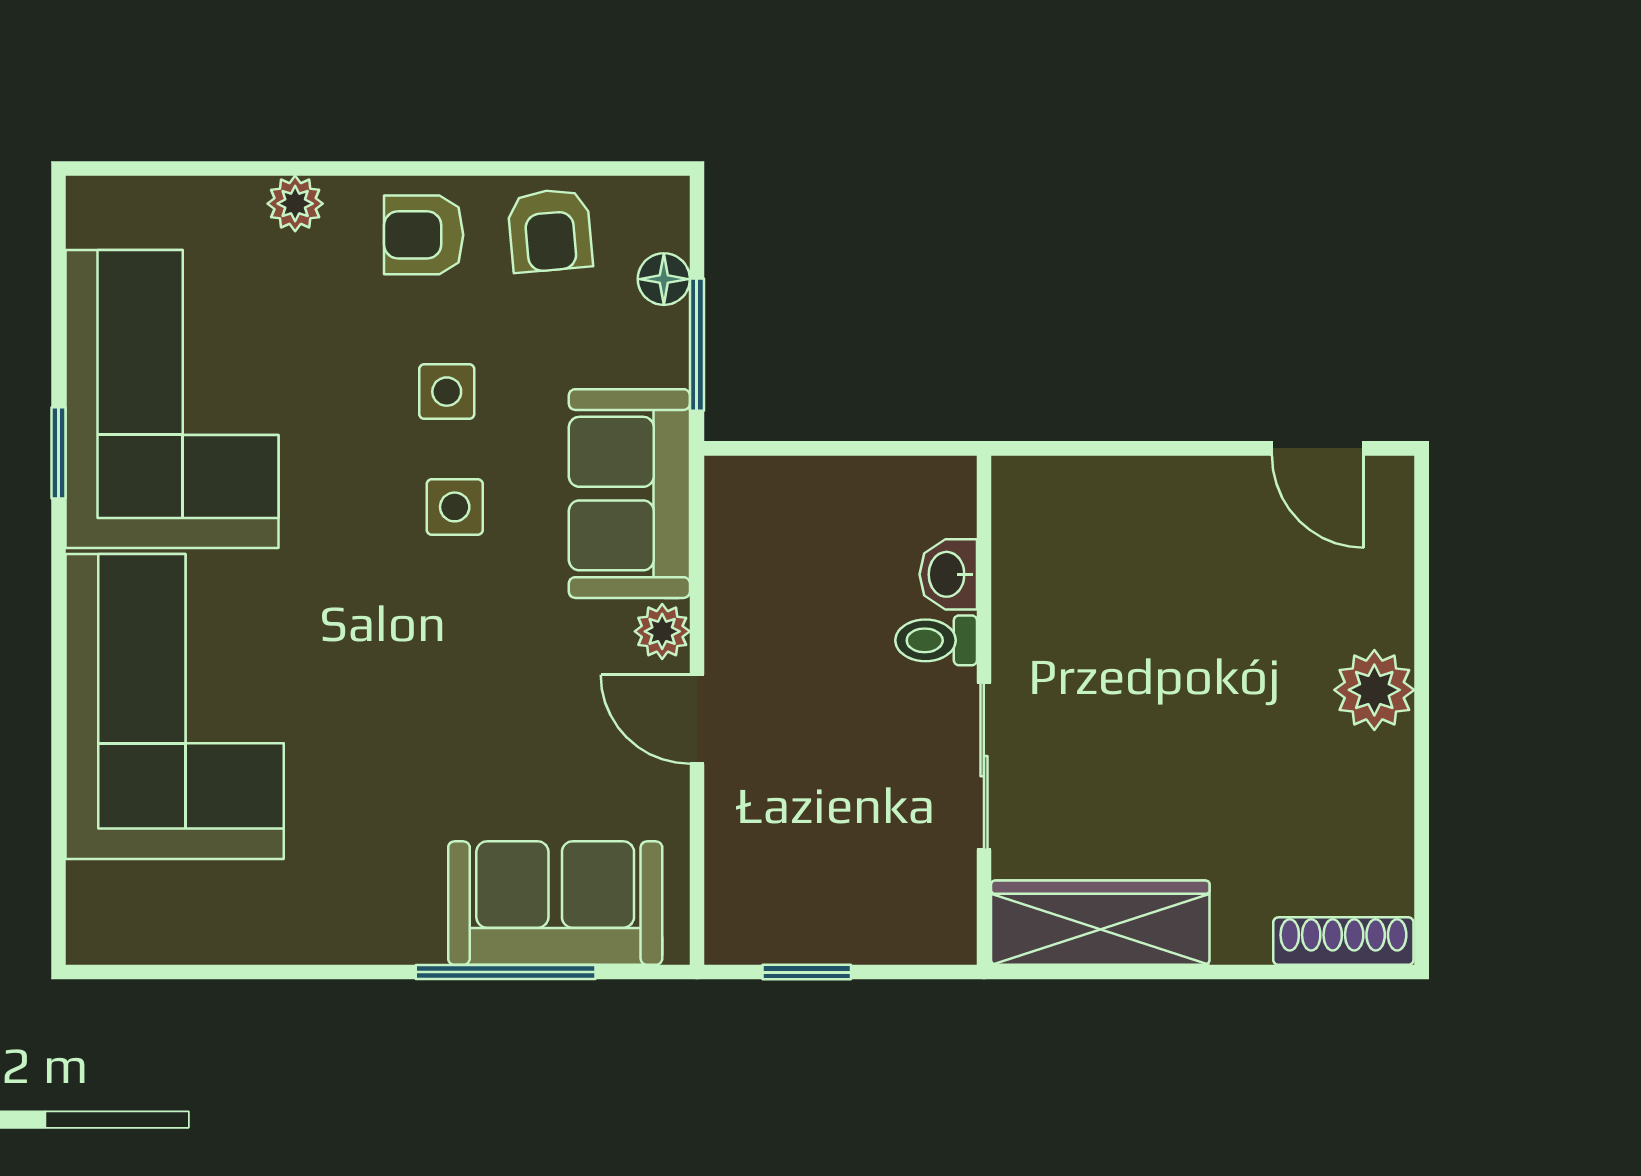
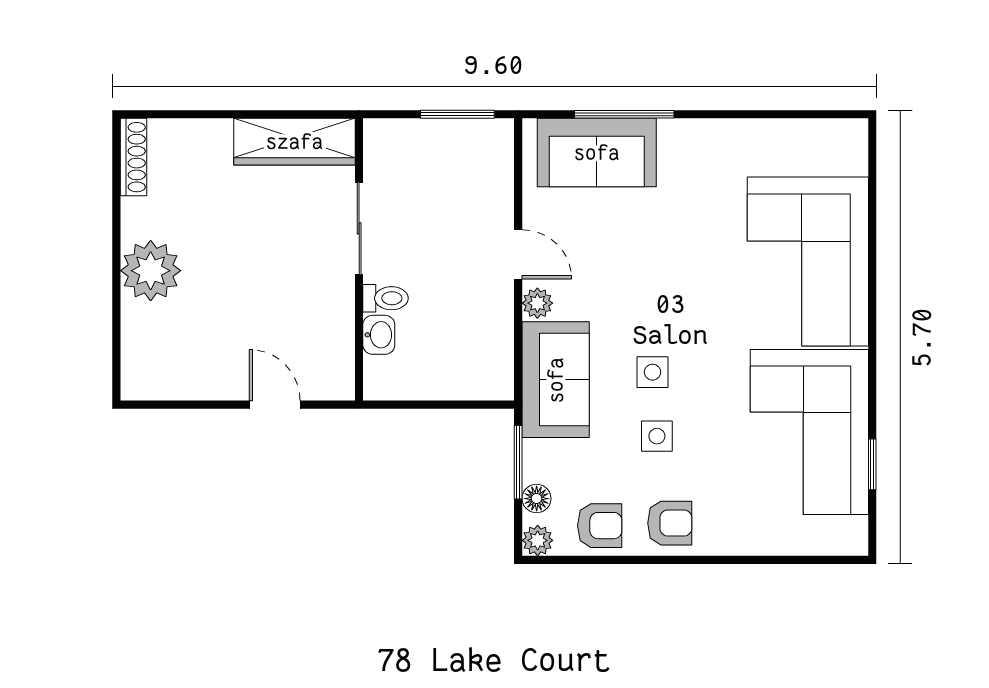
plant: (295, 204) -> (538, 540), moved
armchair: (550, 230) -> (600, 526), turned 95
door: (1318, 448) -> (275, 405), moved
window: (58, 453) -> (872, 464), moved
plant: (1374, 690) -> (151, 271), width x1.36, depth x1.36
shoe rack: (1343, 941) -> (134, 157), moved, turned -90
window: (807, 972) -> (457, 114), width x1.50

